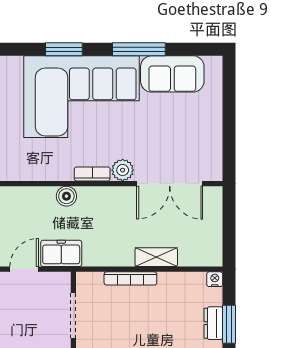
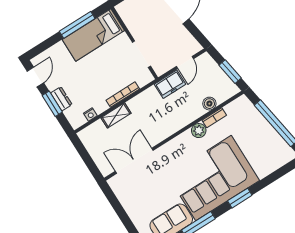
plant: (123, 170) -> (199, 131), moved
bookcase: (92, 174) -> (214, 118), moved
boiler: (66, 196) -> (209, 104), moved
nightstand: (215, 279) -> (90, 115), moved

